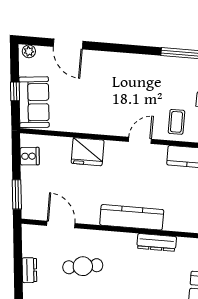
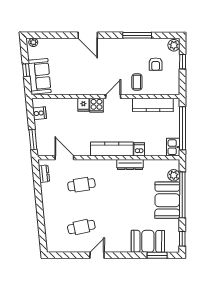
door: (68, 44) -> (88, 35), moved
cooker: (114, 151) -> (96, 105), added
fridge: (88, 152) -> (83, 105), width x0.53, depth x0.75
dishwasher: (172, 221) -> (139, 149), added
dresser: (29, 270) -> (44, 174), moved

